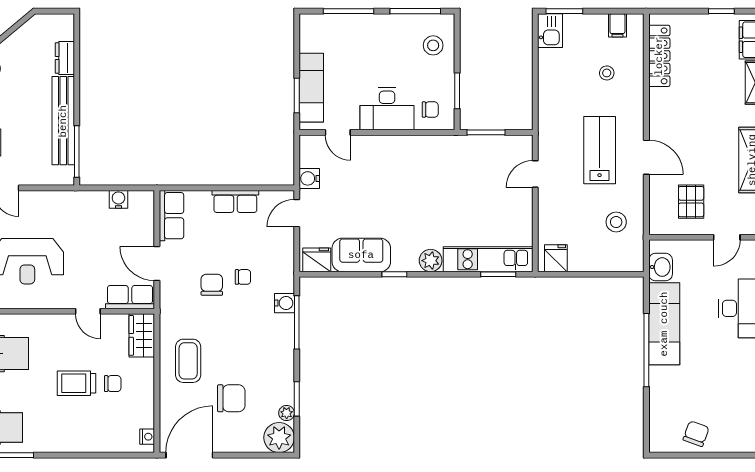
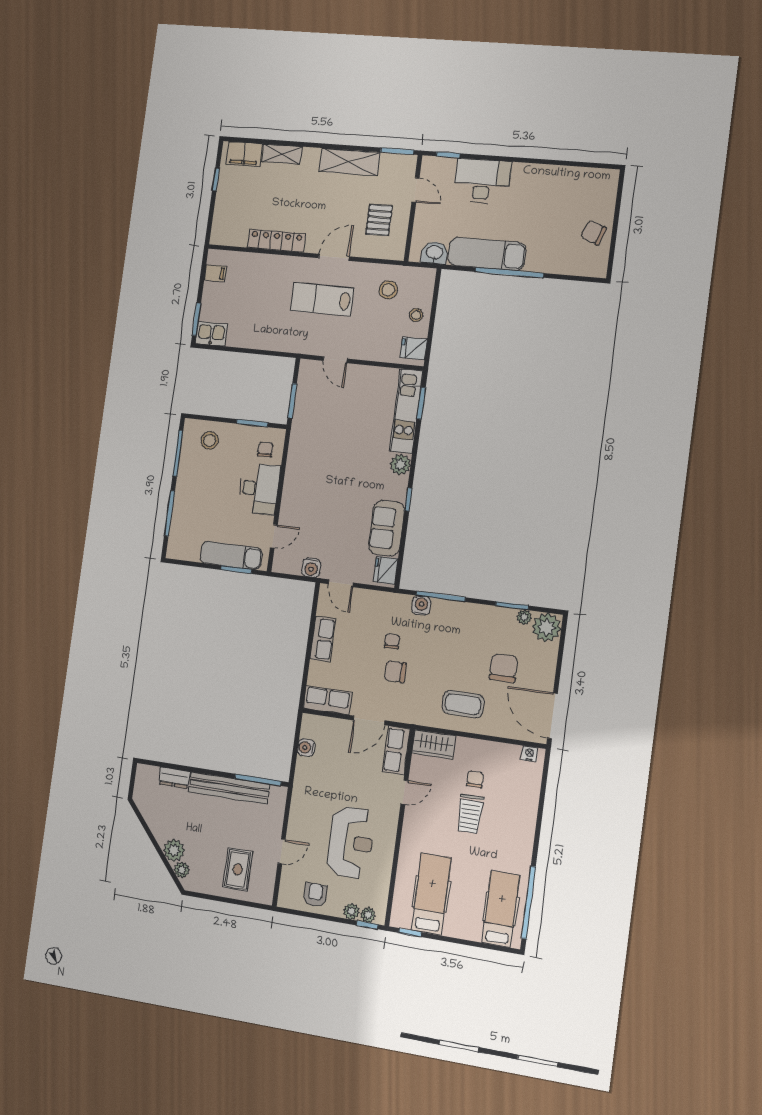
locker: (659, 56) -> (276, 241), moved
stool: (607, 73) -> (416, 315), moved
pallet: (691, 202) -> (379, 220), turned 90

